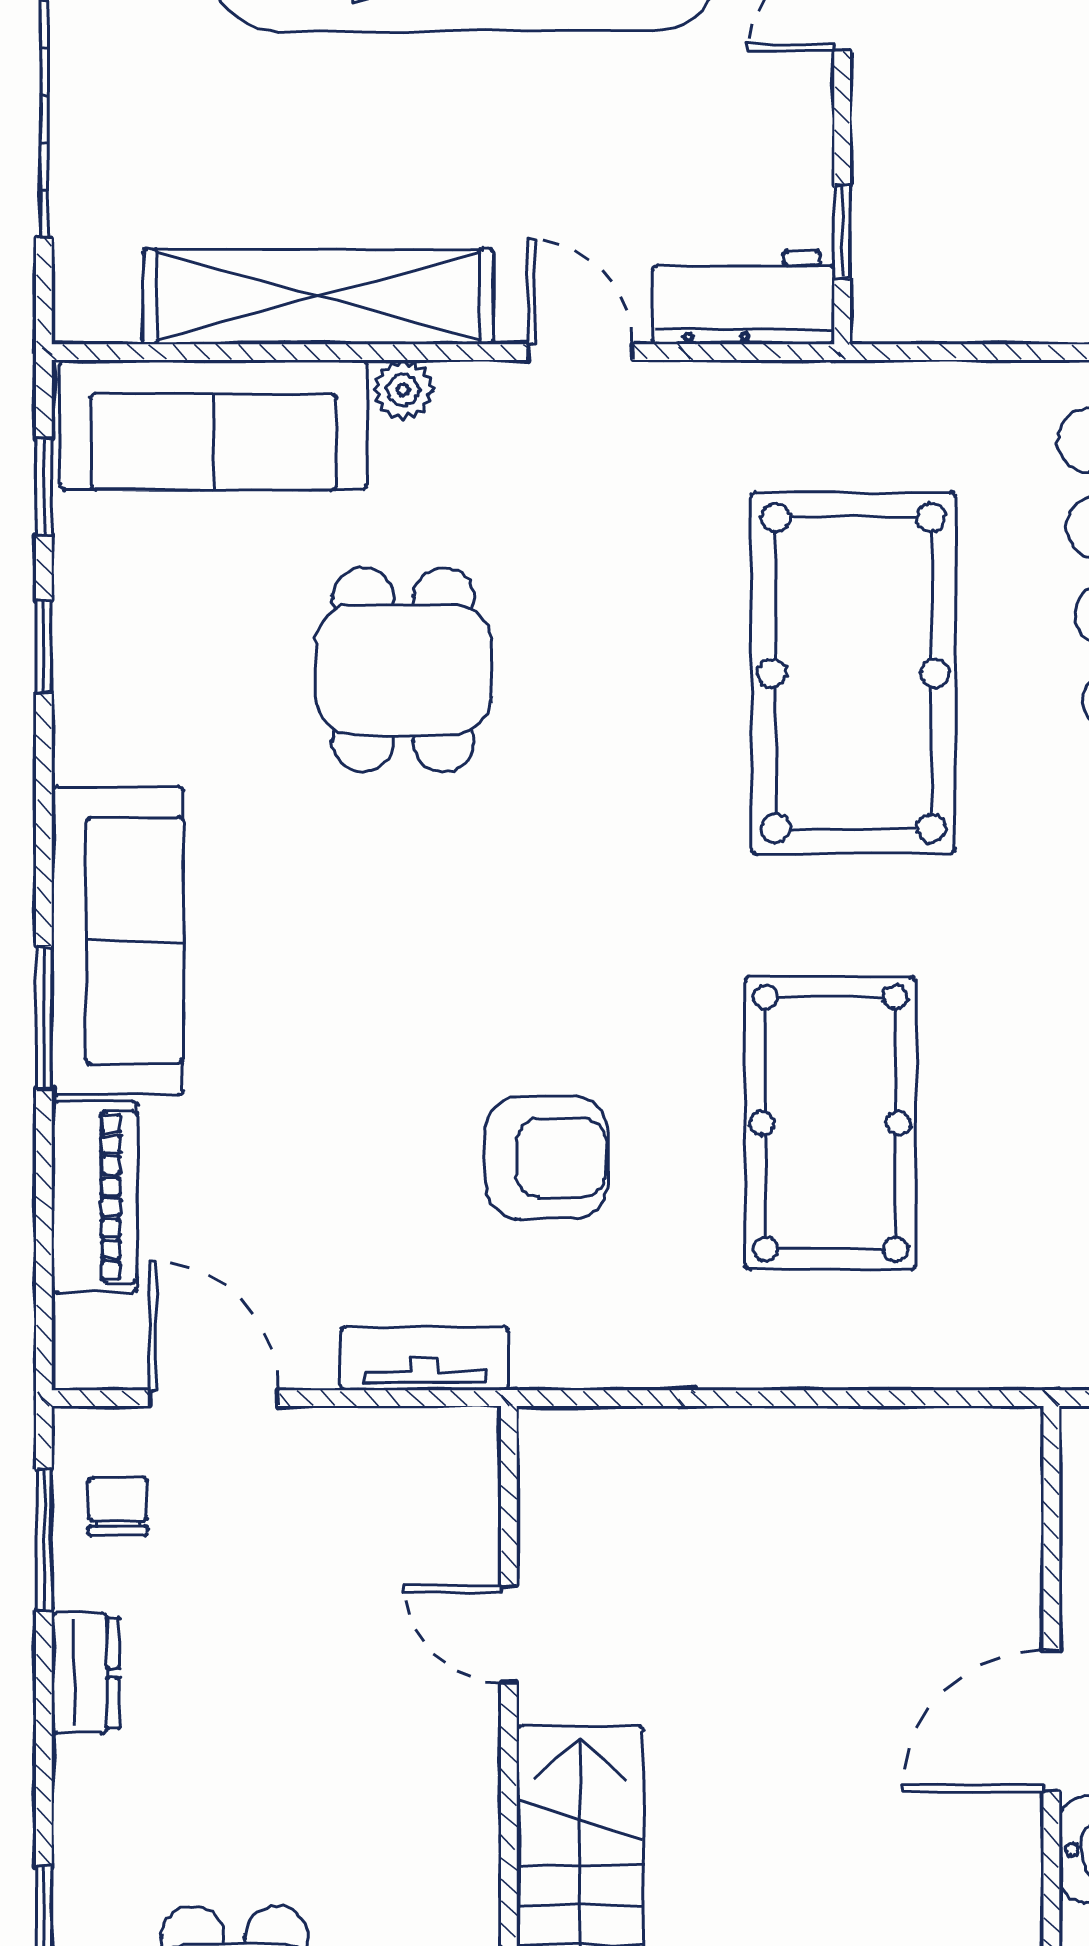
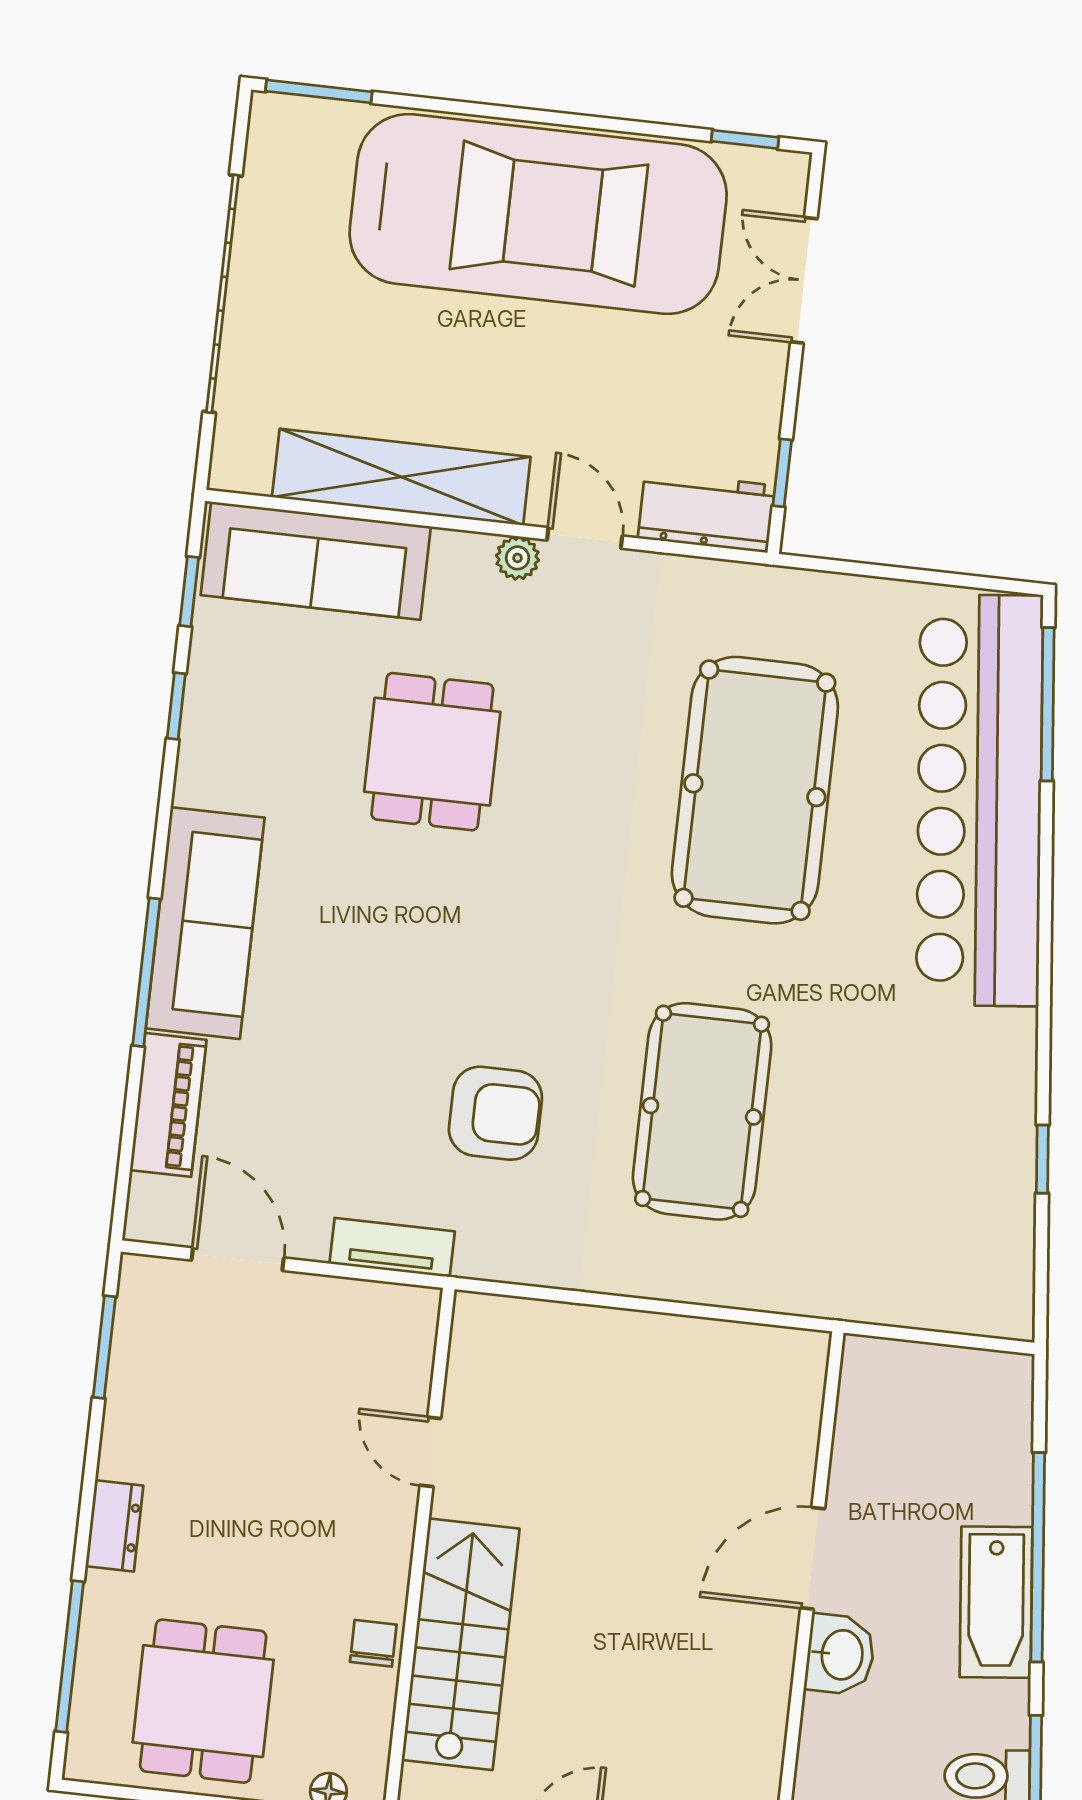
plant: (403, 390) -> (518, 558), moved
window: (44, 1018) -> (146, 972), width x1.44
chair: (118, 1506) -> (373, 1643), moved
dresser: (85, 1673) -> (114, 1526), moved

